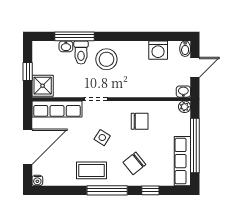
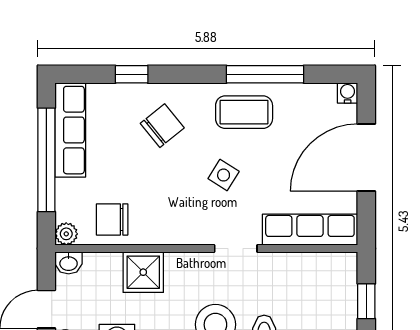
shower: (43, 86) -> (143, 272), moved
chair: (140, 121) -> (112, 219), moved
window: (107, 190) -> (265, 74), moved

